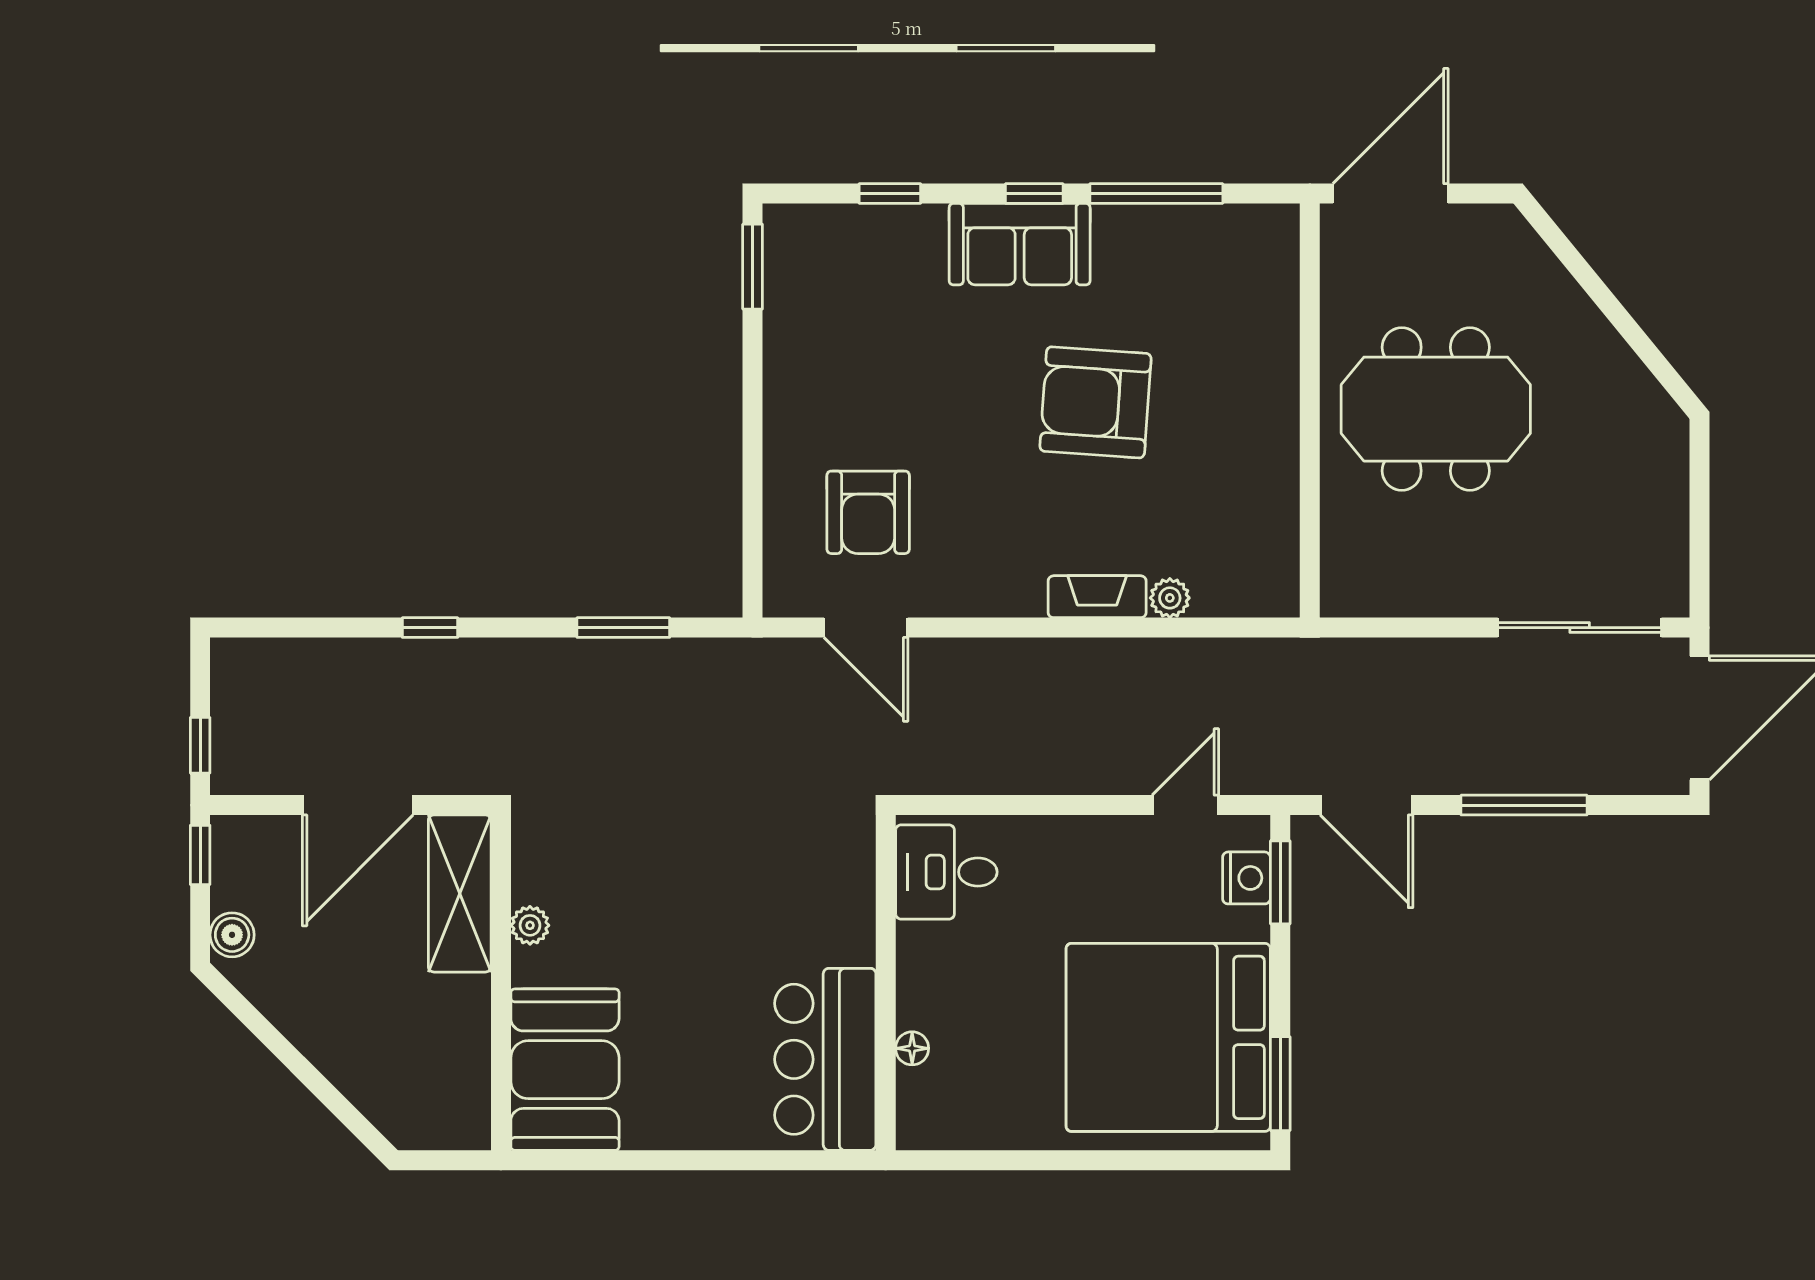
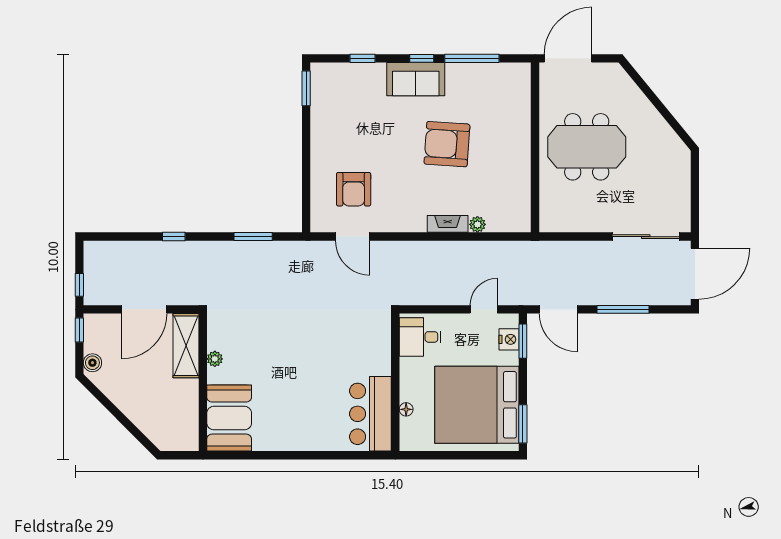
desk: (946, 872) -> (420, 337), moved
wall: (886, 983) -> (395, 382), moved
floor lamp: (912, 1048) -> (406, 409), moved
bar counter: (825, 1059) -> (370, 414), moved

